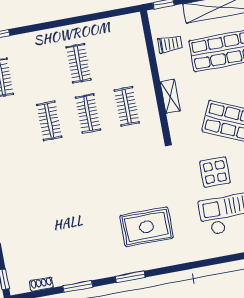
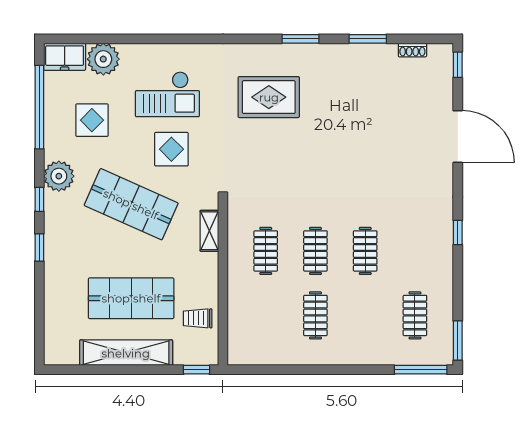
shelving: (170, 96) -> (209, 231), moved

